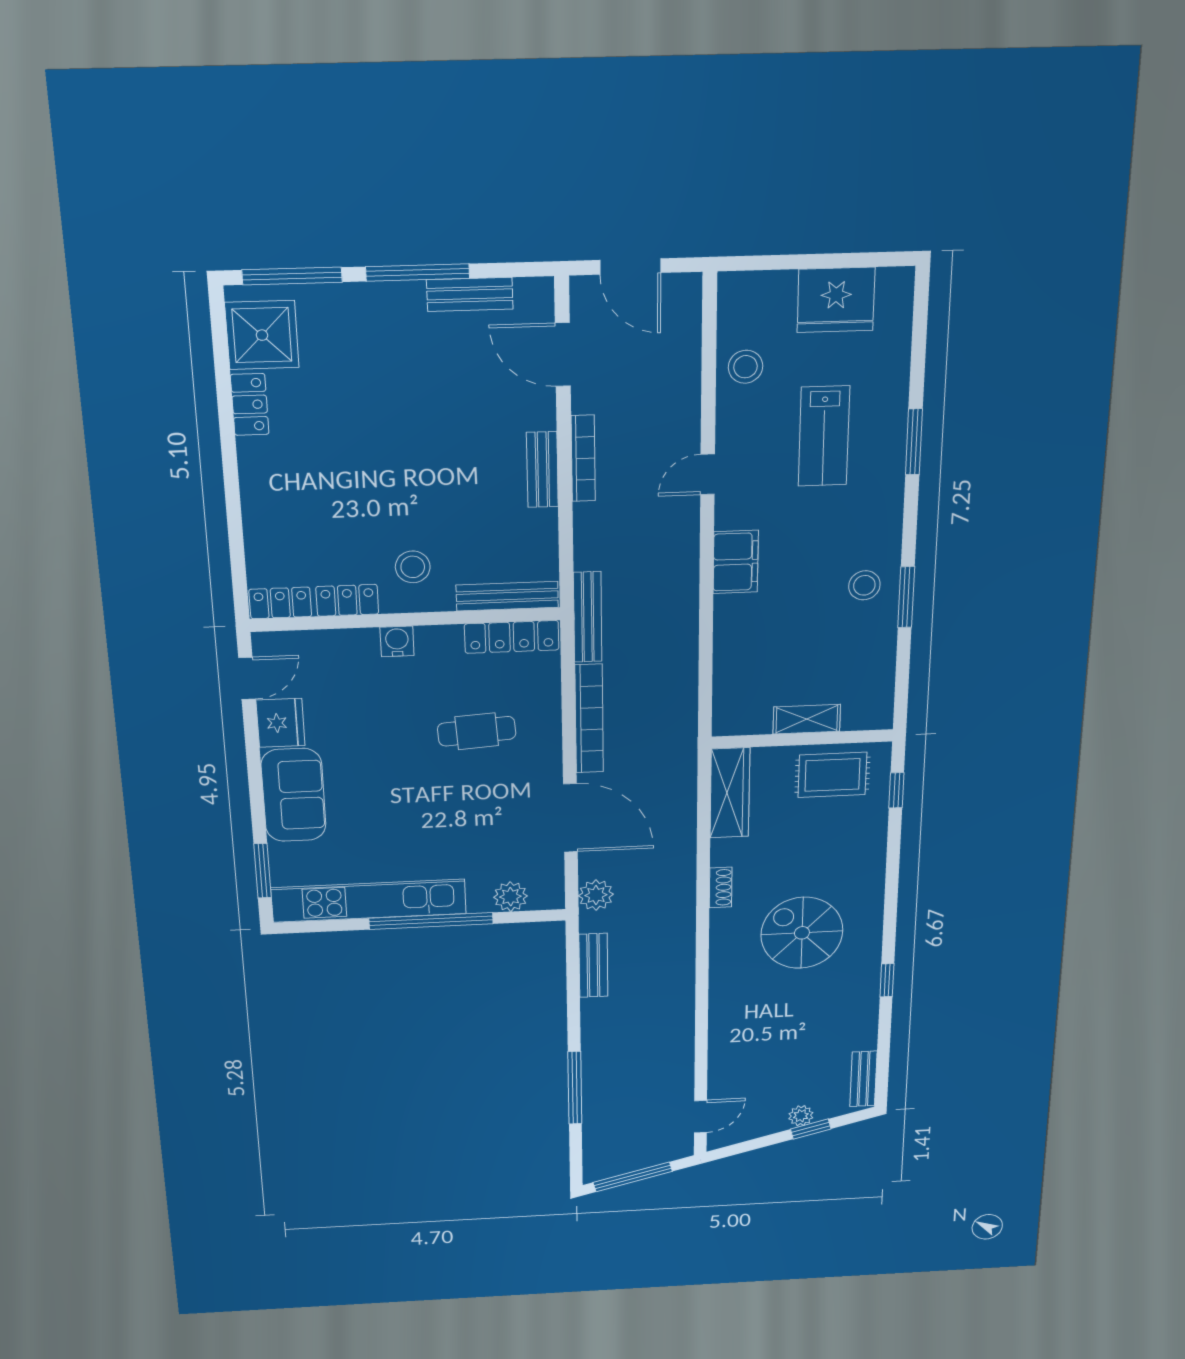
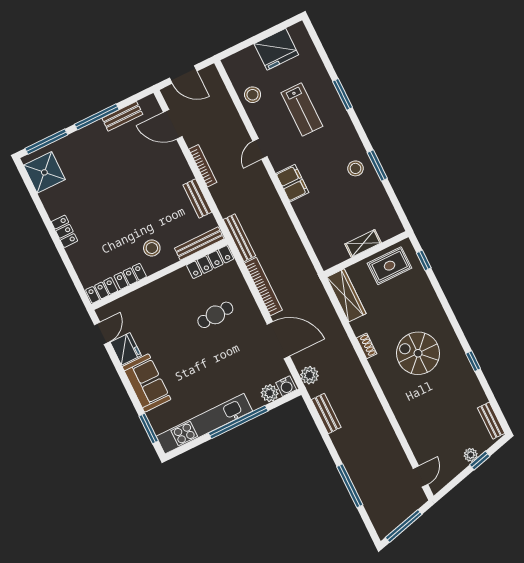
locker: (250, 404) -> (64, 231), moved
bench: (542, 470) -> (197, 198), moved
water cooler: (397, 641) -> (286, 386), moved, turned 180

